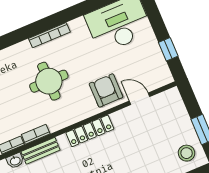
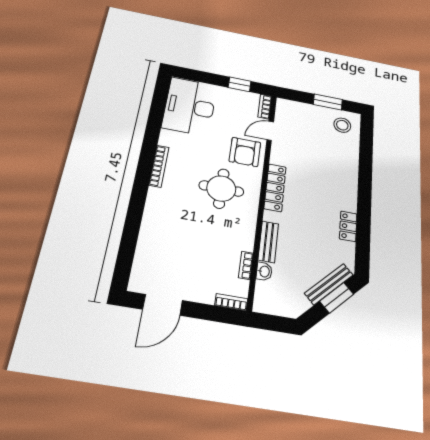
round table: (49, 81) -> (221, 189), moved
armchair: (106, 90) -> (245, 152), turned -90
bookcase: (36, 134) -> (265, 107), moved

